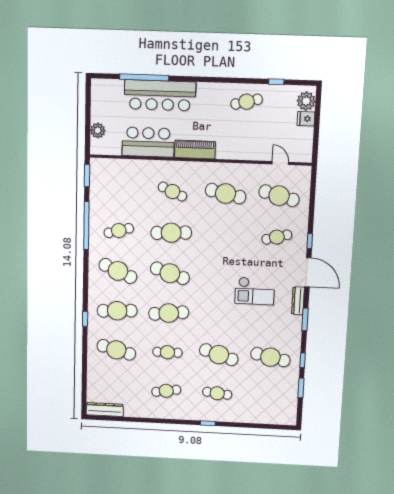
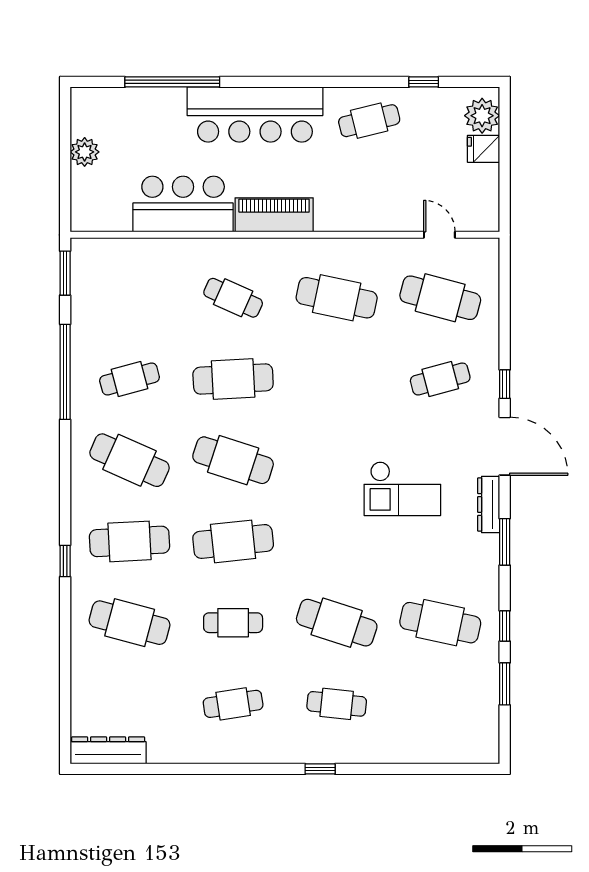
bar counter: (160, 95) -> (255, 114), moved
plant: (98, 130) -> (85, 152), moved

